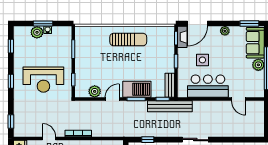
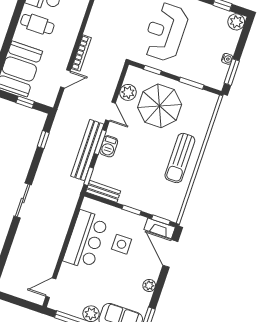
window: (43, 24) -> (232, 72), moved
plant: (37, 32) -> (236, 22), moved
parasol: (97, 66) -> (160, 106), added
barbecue: (137, 89) -> (109, 146), width x0.53, depth x0.65
door: (239, 99) -> (51, 288), moved
bench: (170, 106) -> (87, 150), moved
door: (49, 138) -> (65, 79), moved

